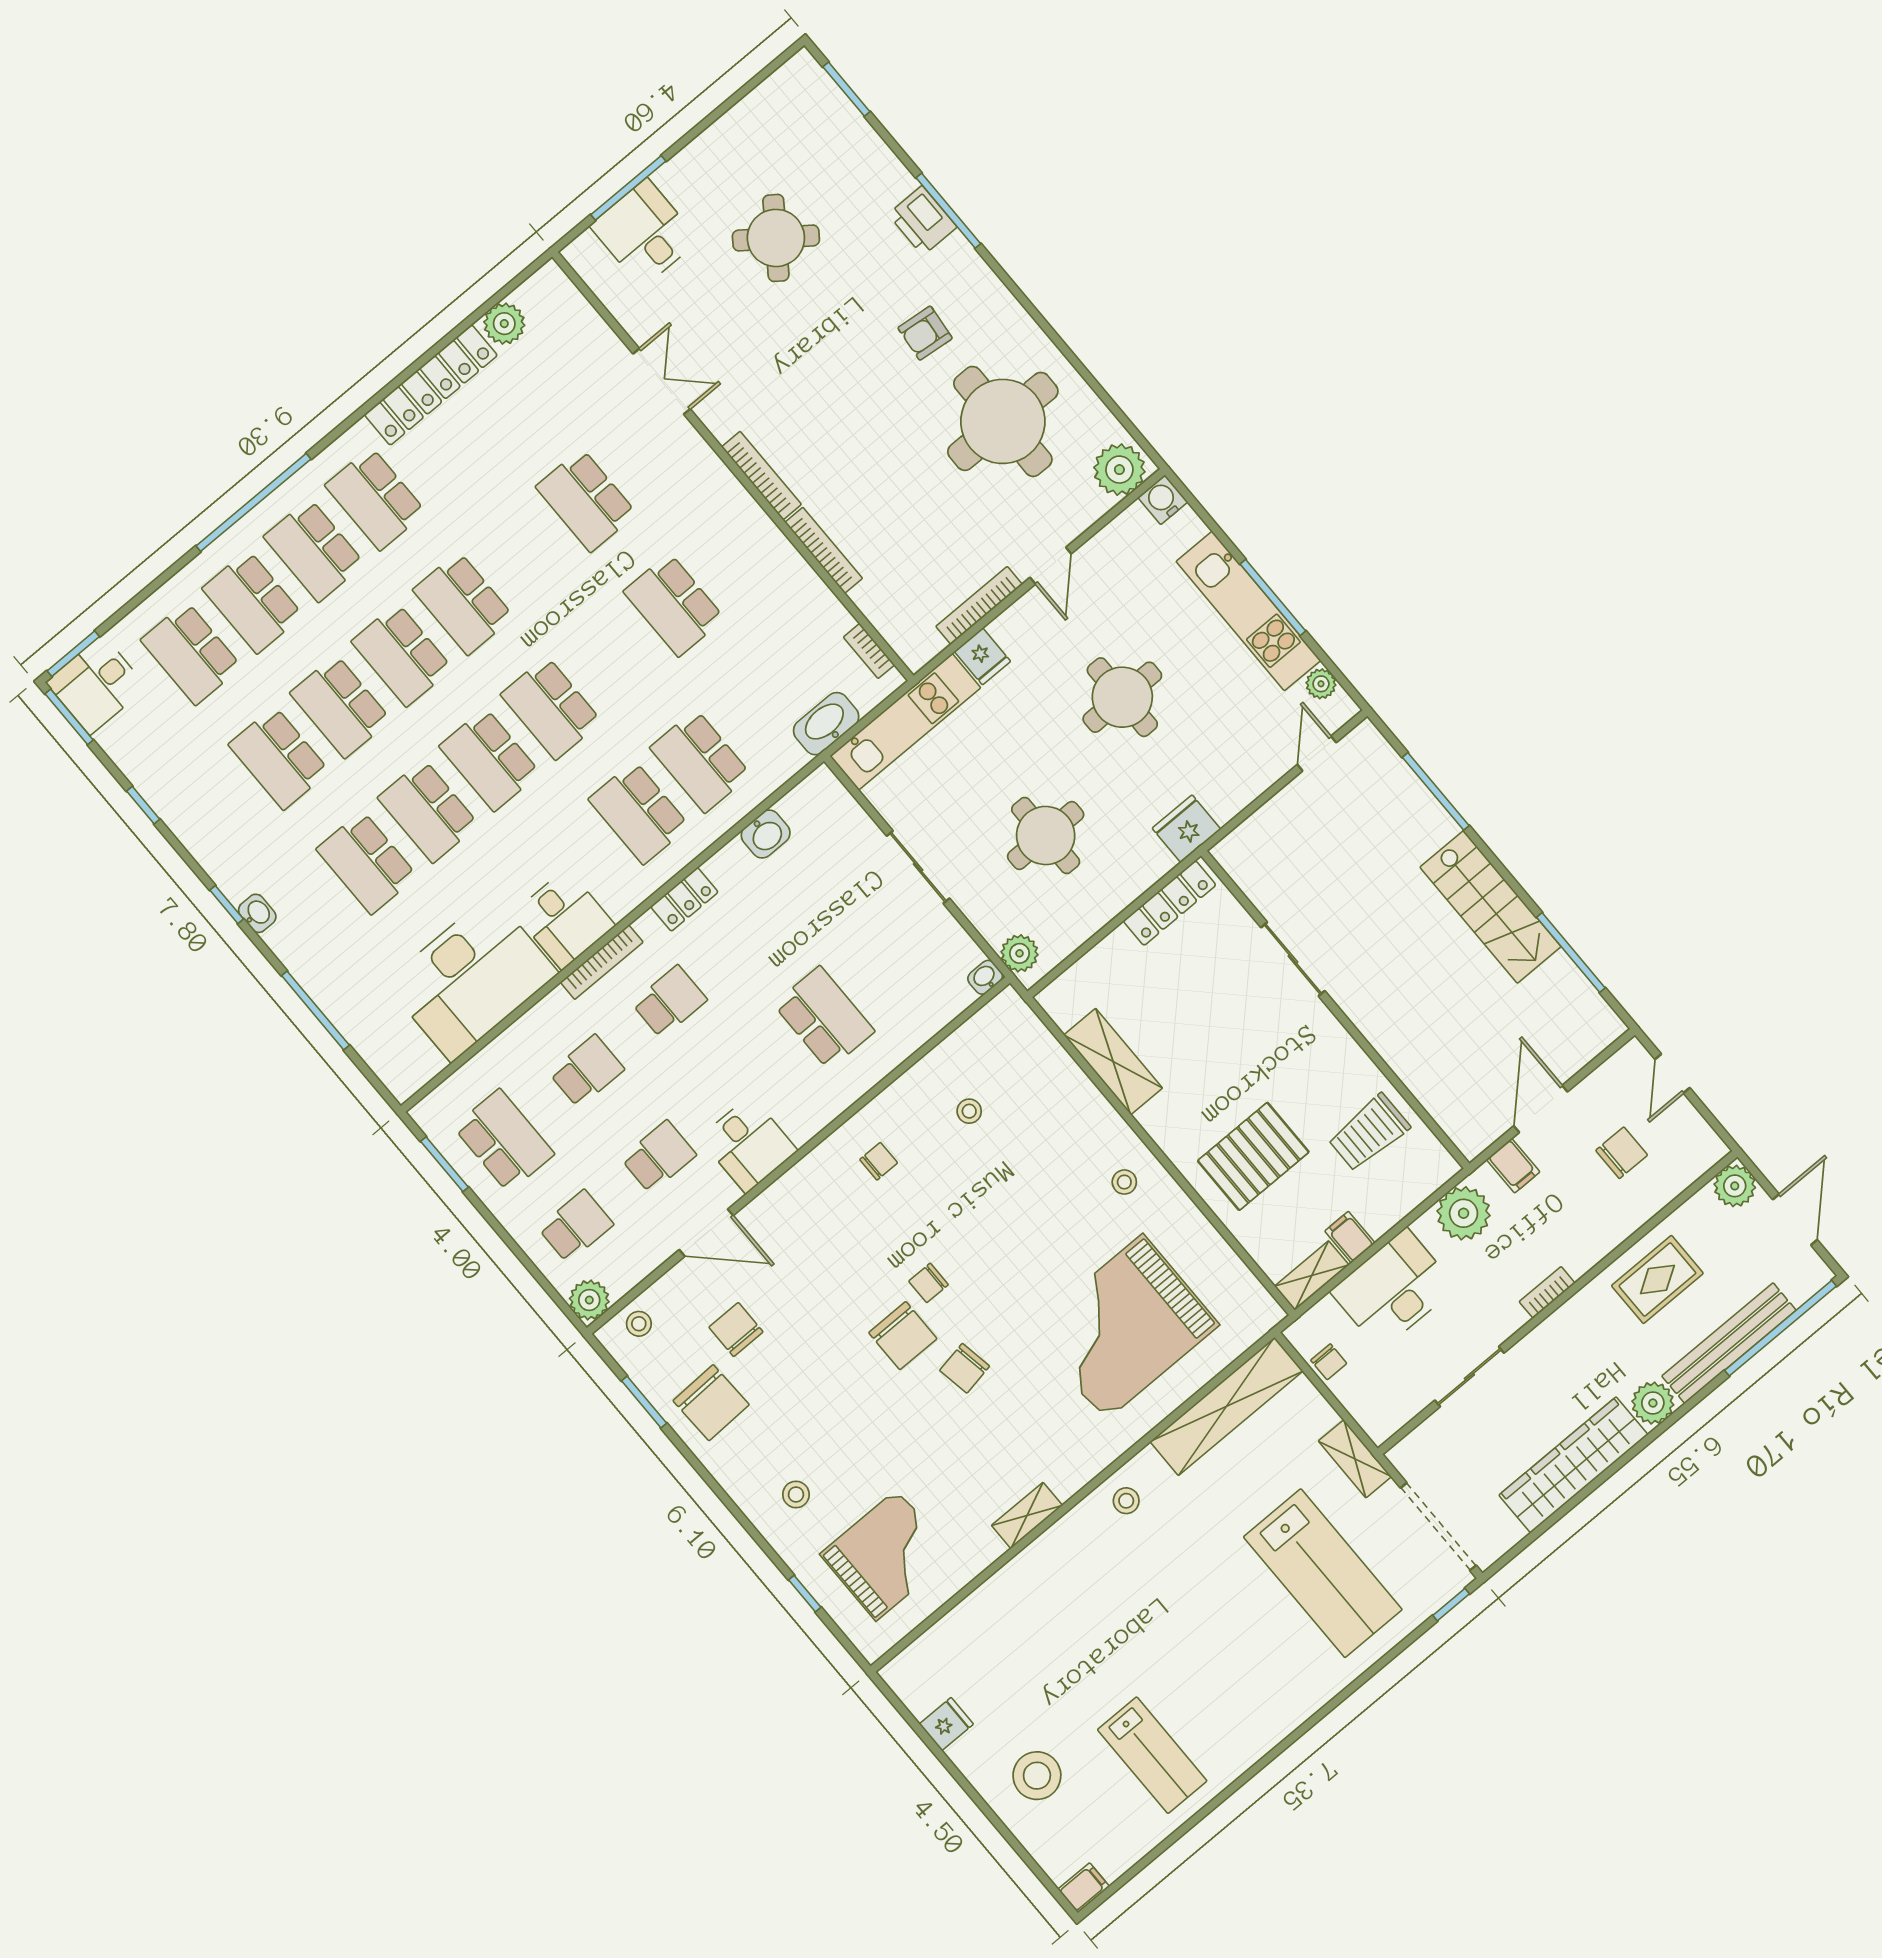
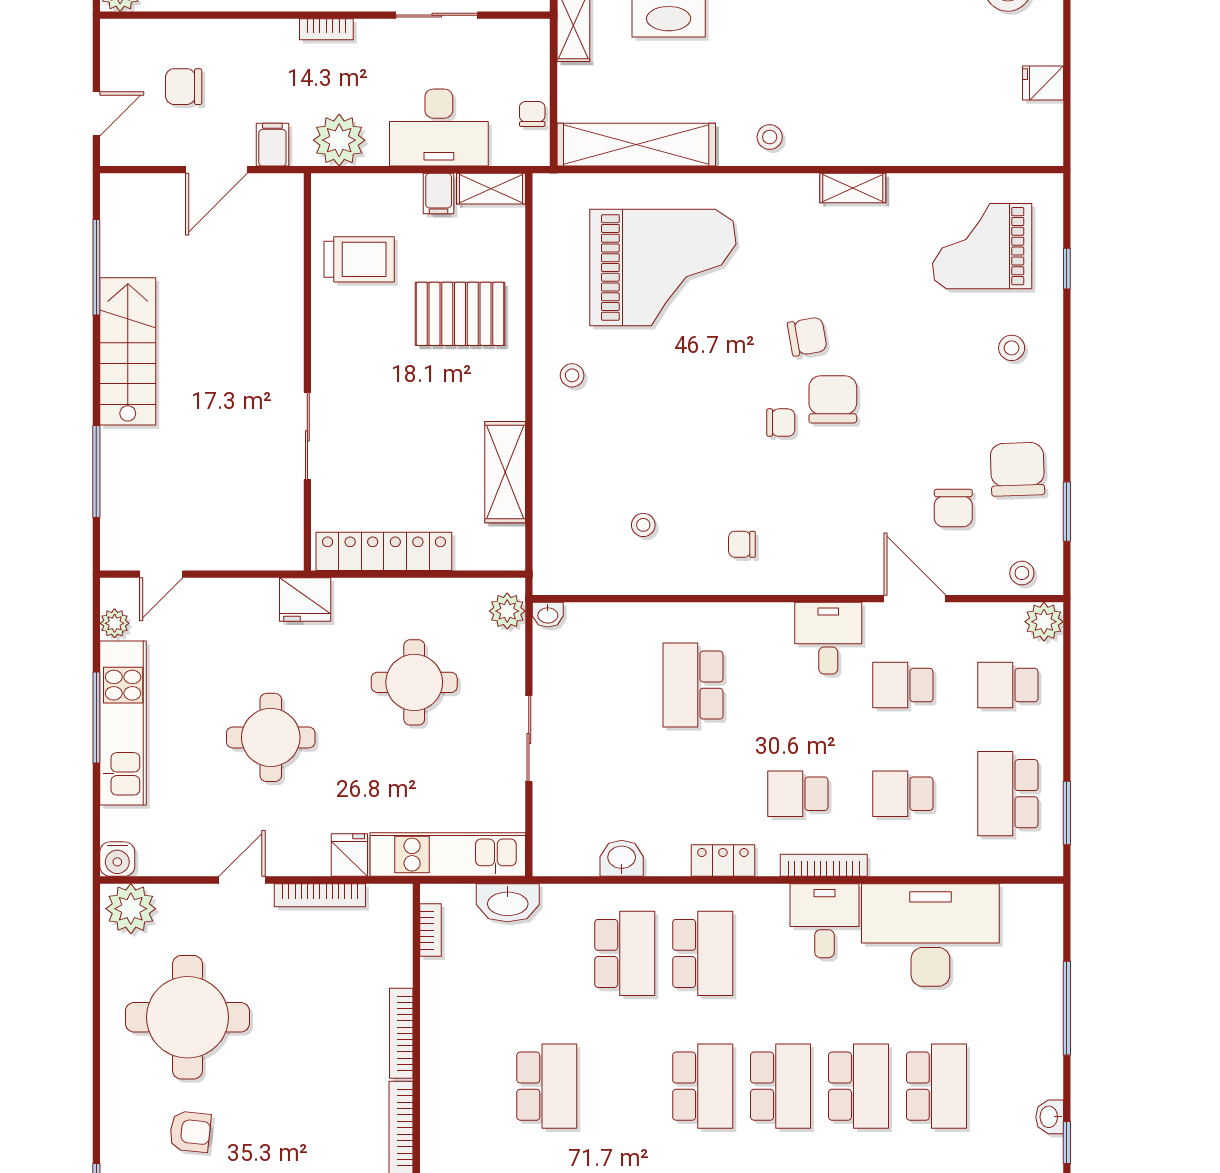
locker: (1170, 903) -> (384, 551), width x1.41, depth x1.21

